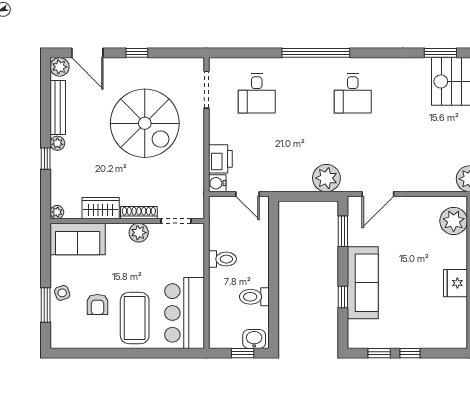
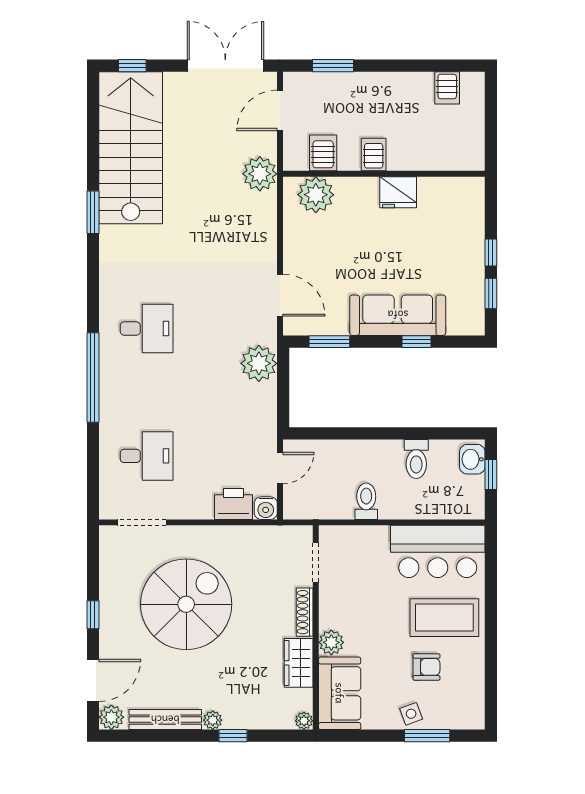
plant: (139, 233) -> (331, 642), moved

